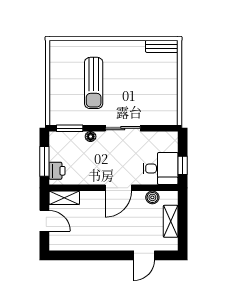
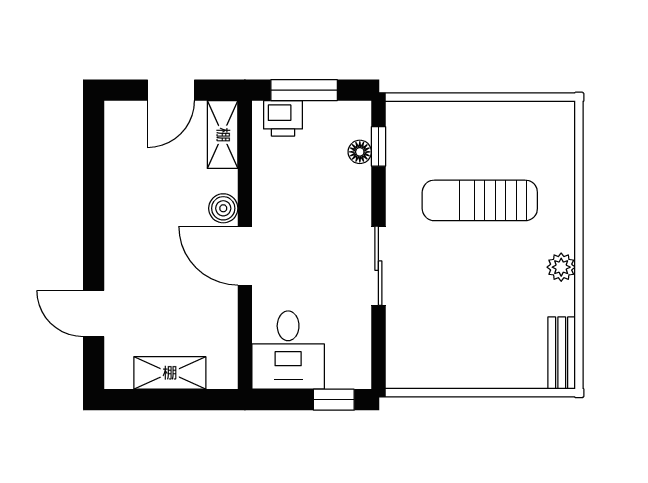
plant: (123, 47) -> (561, 267), added
window: (70, 128) -> (378, 146), width x0.67
floor lamp: (91, 137) -> (360, 152), moved
window: (183, 165) -> (334, 400), moved
boiler: (152, 197) -> (223, 208), moved

